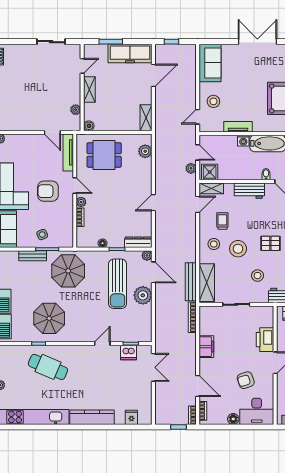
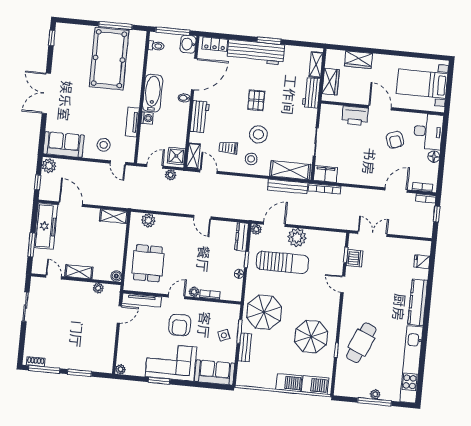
plant: (188, 51) -> (49, 166), added
stool: (258, 276) -> (288, 117), removed
filing cabinet: (206, 347) -> (325, 174), moved

